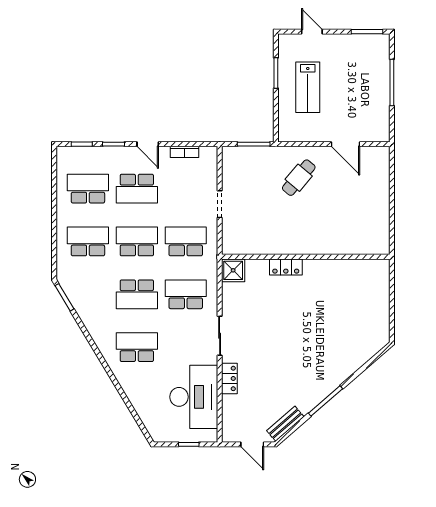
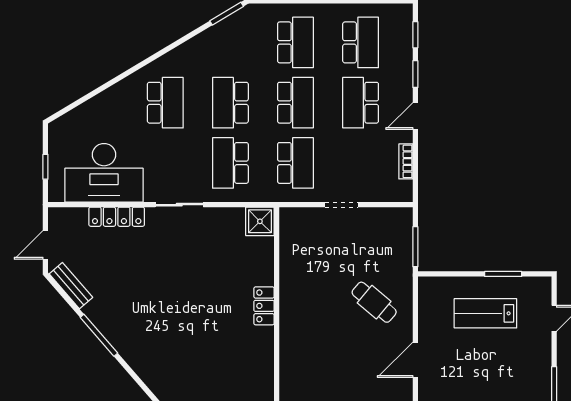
locker: (286, 267) -> (264, 306), moved
school desk: (186, 294) -> (230, 163), turned 180
locker: (229, 378) -> (117, 217), width x1.53

